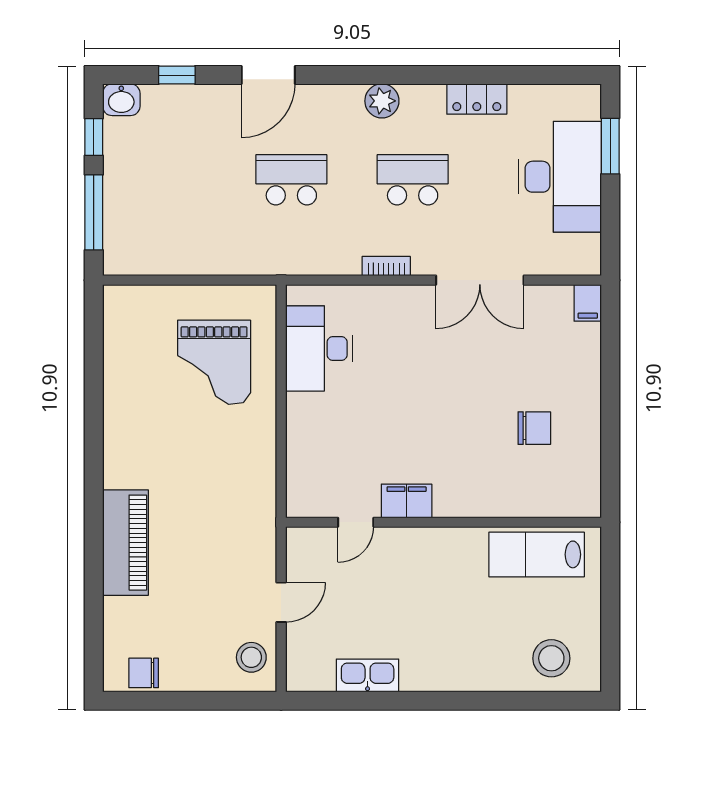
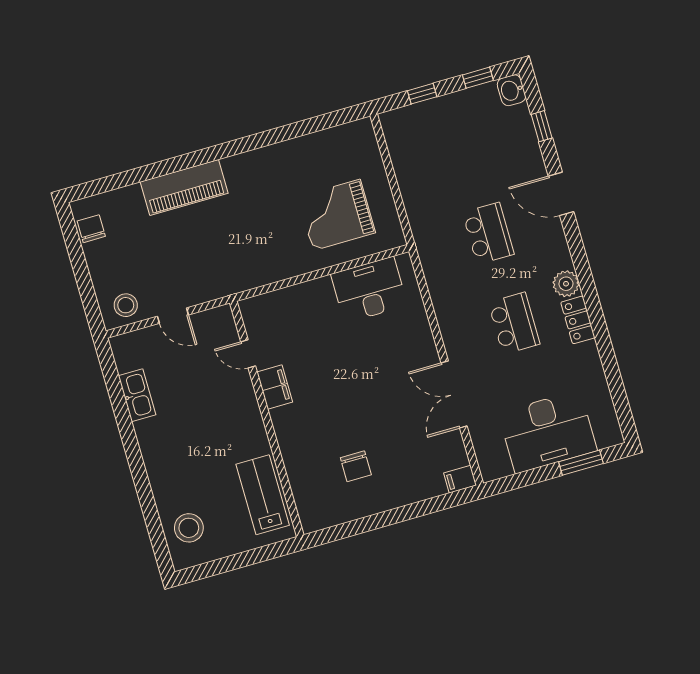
locker: (477, 99) -> (578, 320), moved
window: (94, 212) -> (422, 94), width x0.46
bookcase: (386, 266) -> (444, 322), removed

